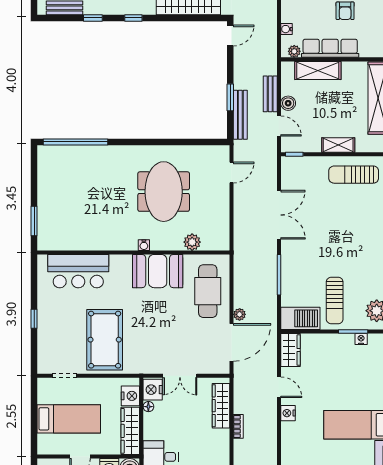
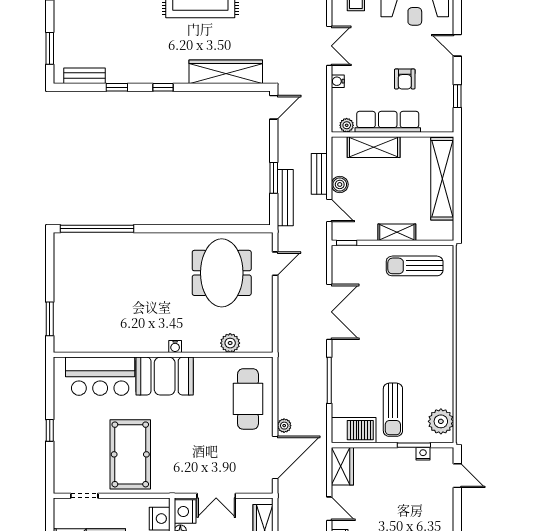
water cooler: (286, 29) -> (338, 81), moved
meeting table: (164, 192) -> (222, 273), moved
booth: (158, 271) -> (165, 376), moved

